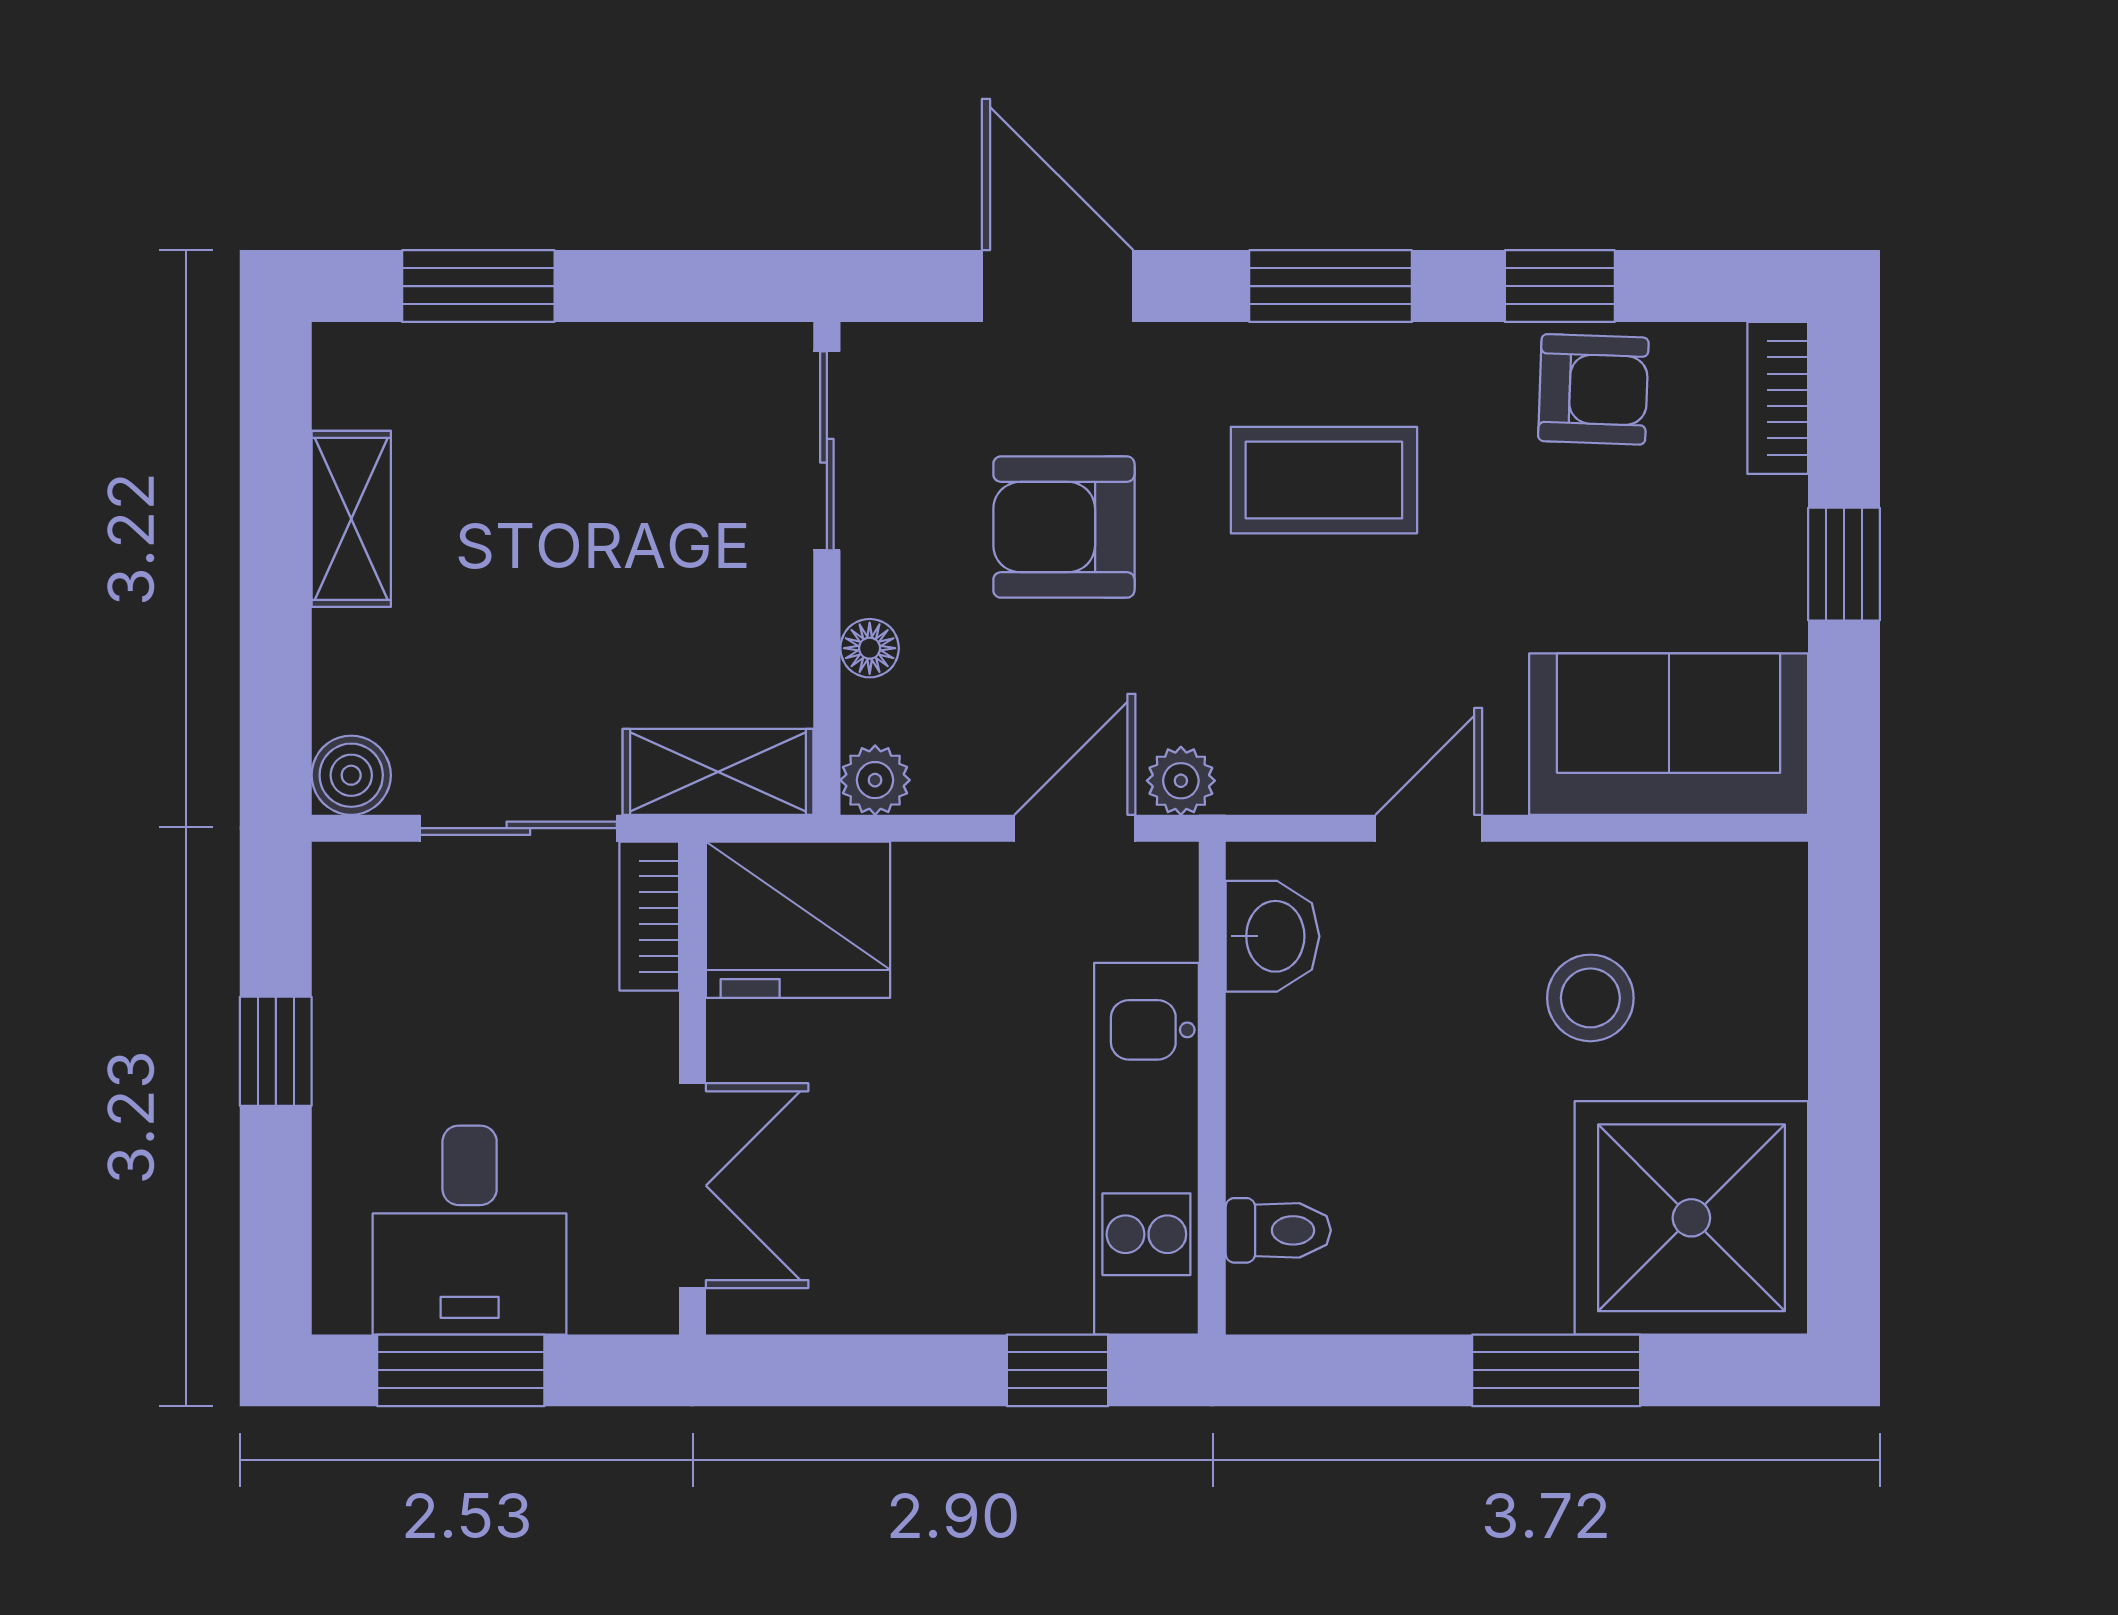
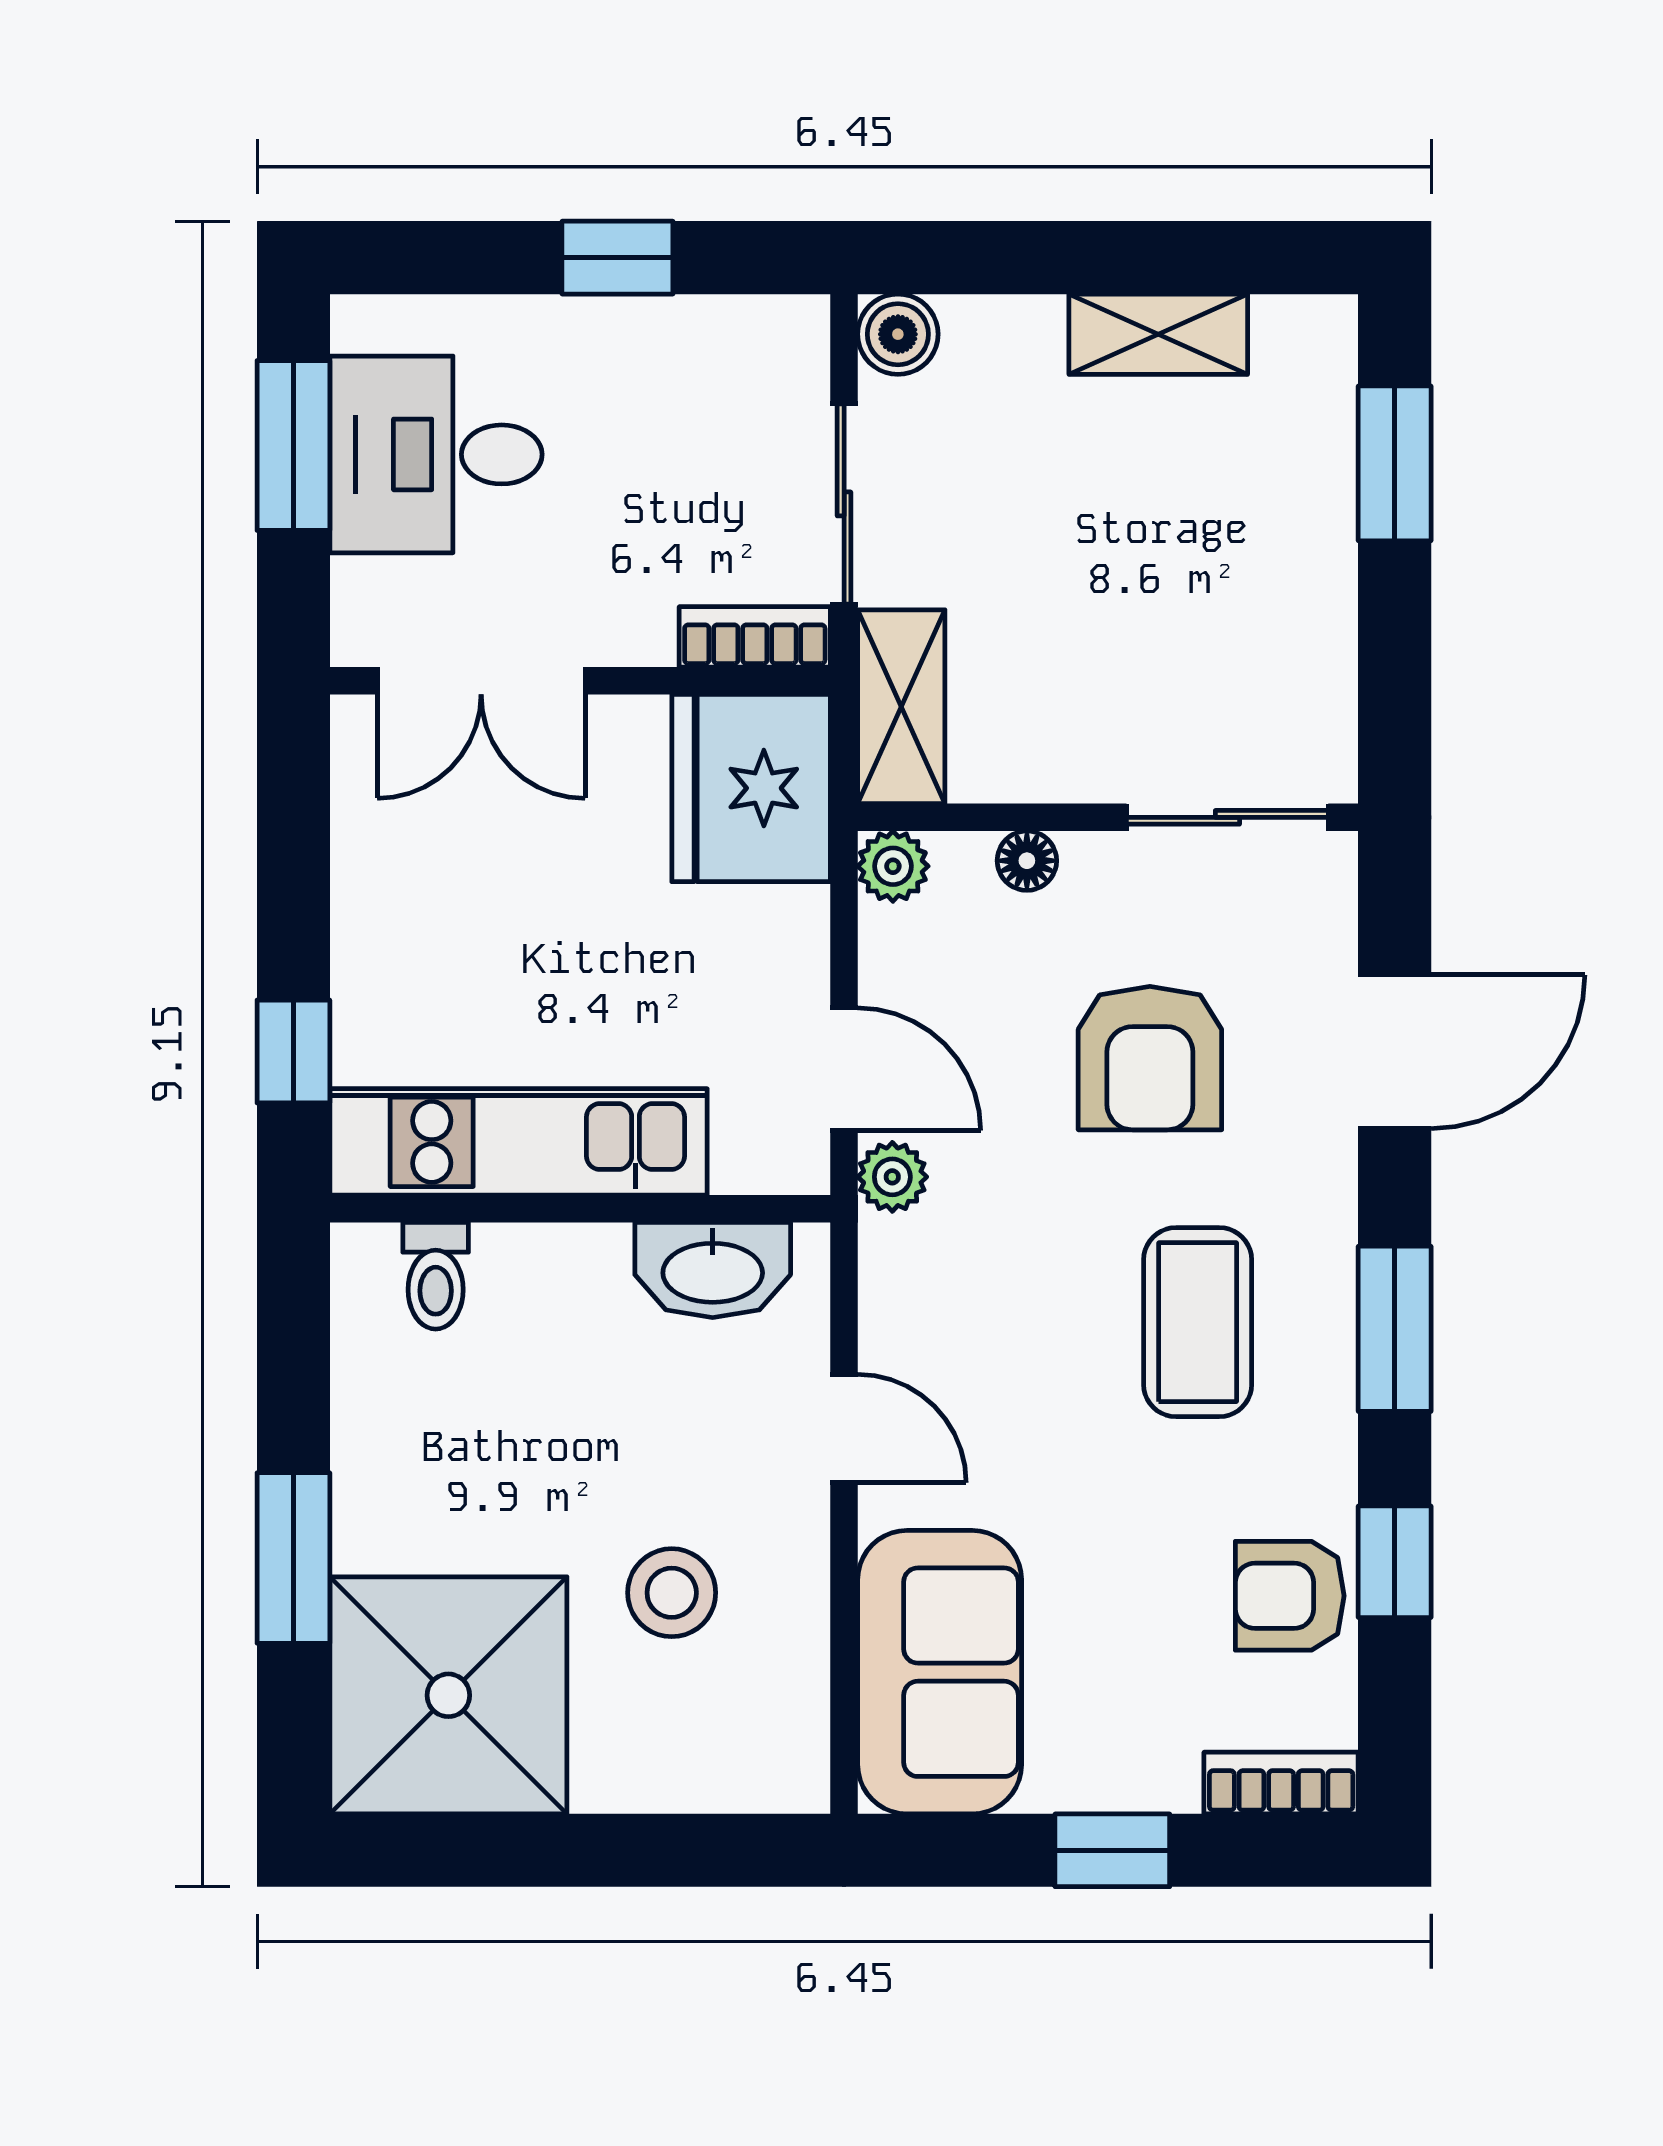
armchair: (1593, 389) -> (1290, 1596), turned 88
armchair: (1064, 527) -> (1150, 1058), turned 180
washbasin: (1273, 936) -> (713, 1270), width x1.38

